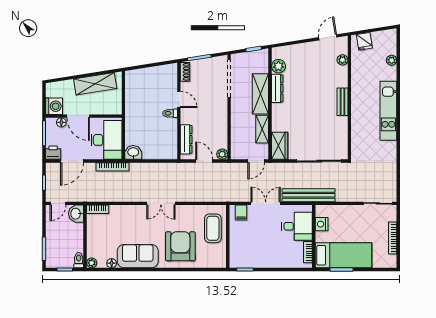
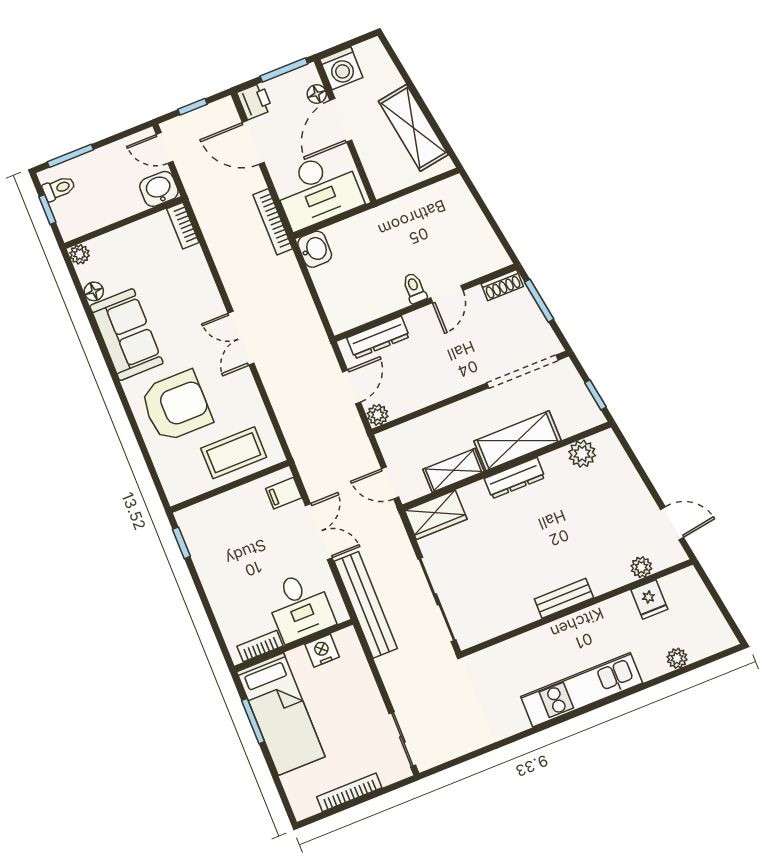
fridge: (364, 41) -> (649, 599), moved, turned -81
dresser: (277, 88) -> (515, 478), moved
toilet: (79, 260) -> (59, 188), moved

